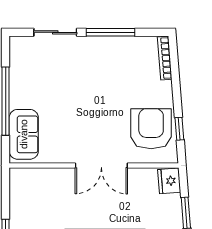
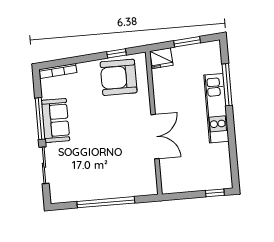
sofa: (24, 134) -> (56, 121), moved, turned 90
double door: (101, 166) -> (155, 137), moved

